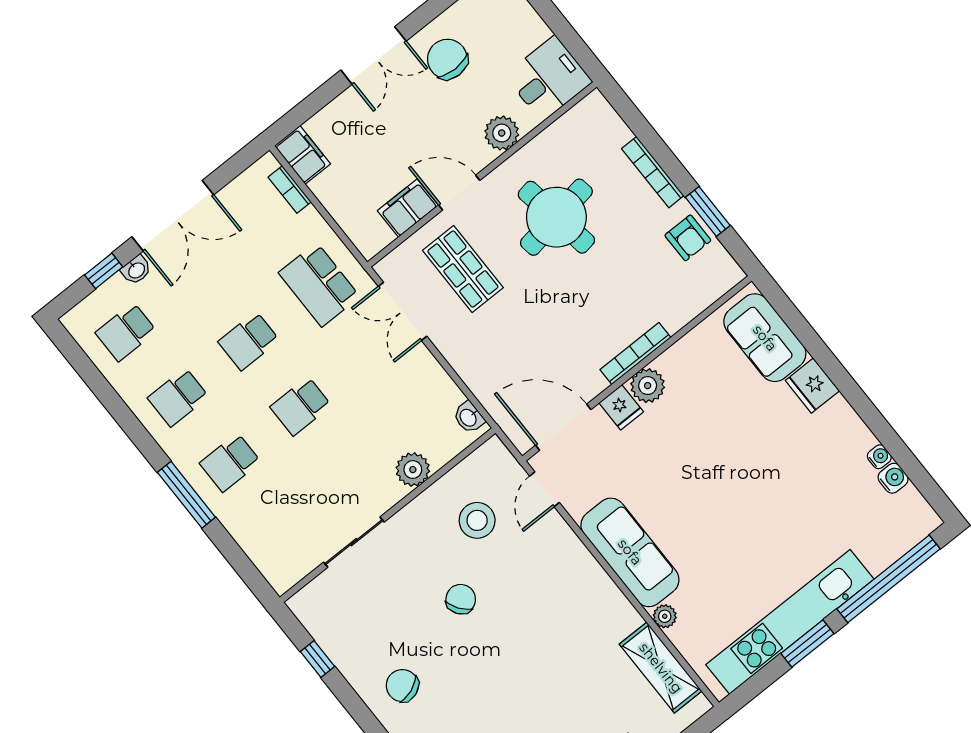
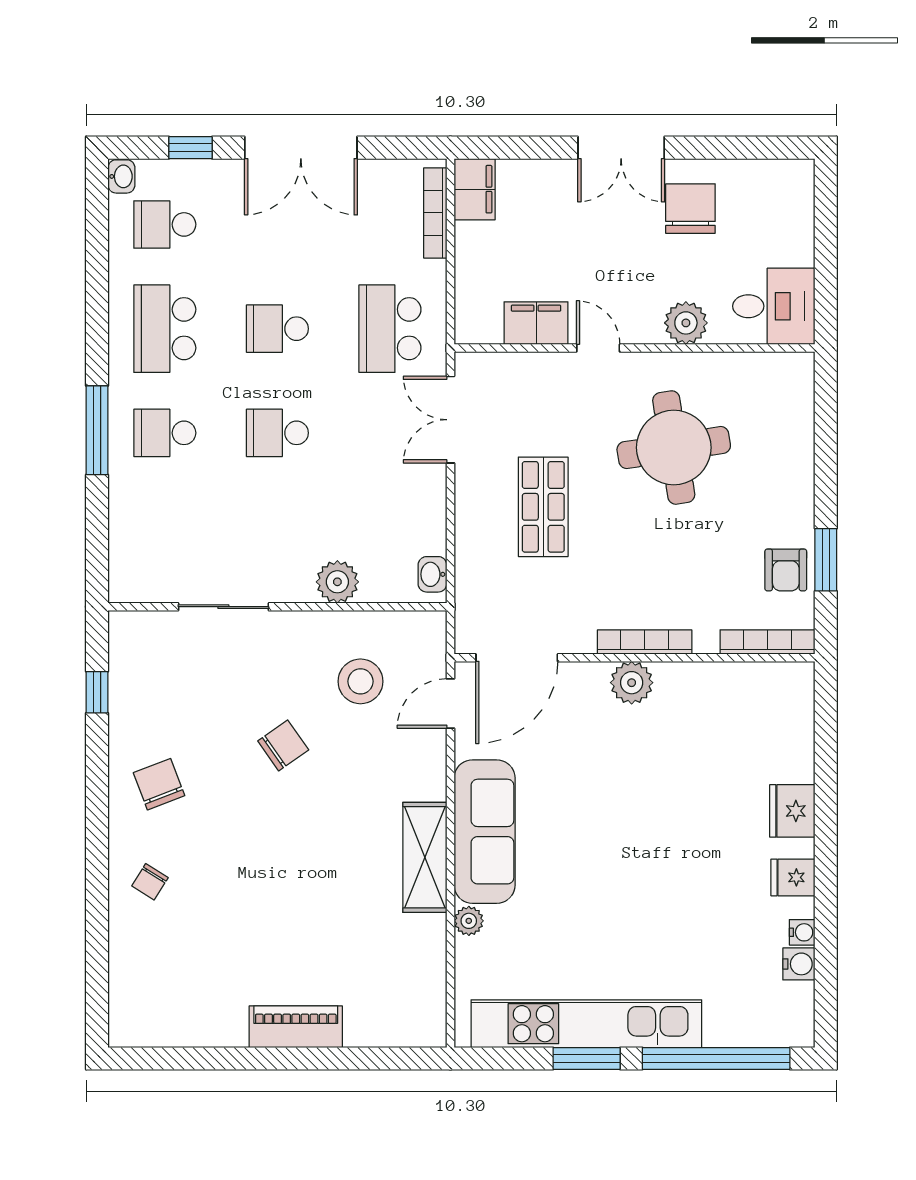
bookcase: (653, 172) -> (767, 642), moved, turned 90
bookcase: (290, 189) -> (435, 213), width x1.56
door: (459, 193) -> (598, 348), width x0.73
shop shelf: (463, 269) -> (543, 507), moved
washbasin: (136, 270) -> (121, 176), moved, turned -90
sofa: (765, 338) -> (783, 727), removed
school desk: (178, 397) -> (165, 329), width x1.85
fridge: (621, 407) -> (793, 877), moved, turned 90
door: (563, 427) -> (517, 658), swing flipped
shelving: (661, 668) -> (425, 857), moved

